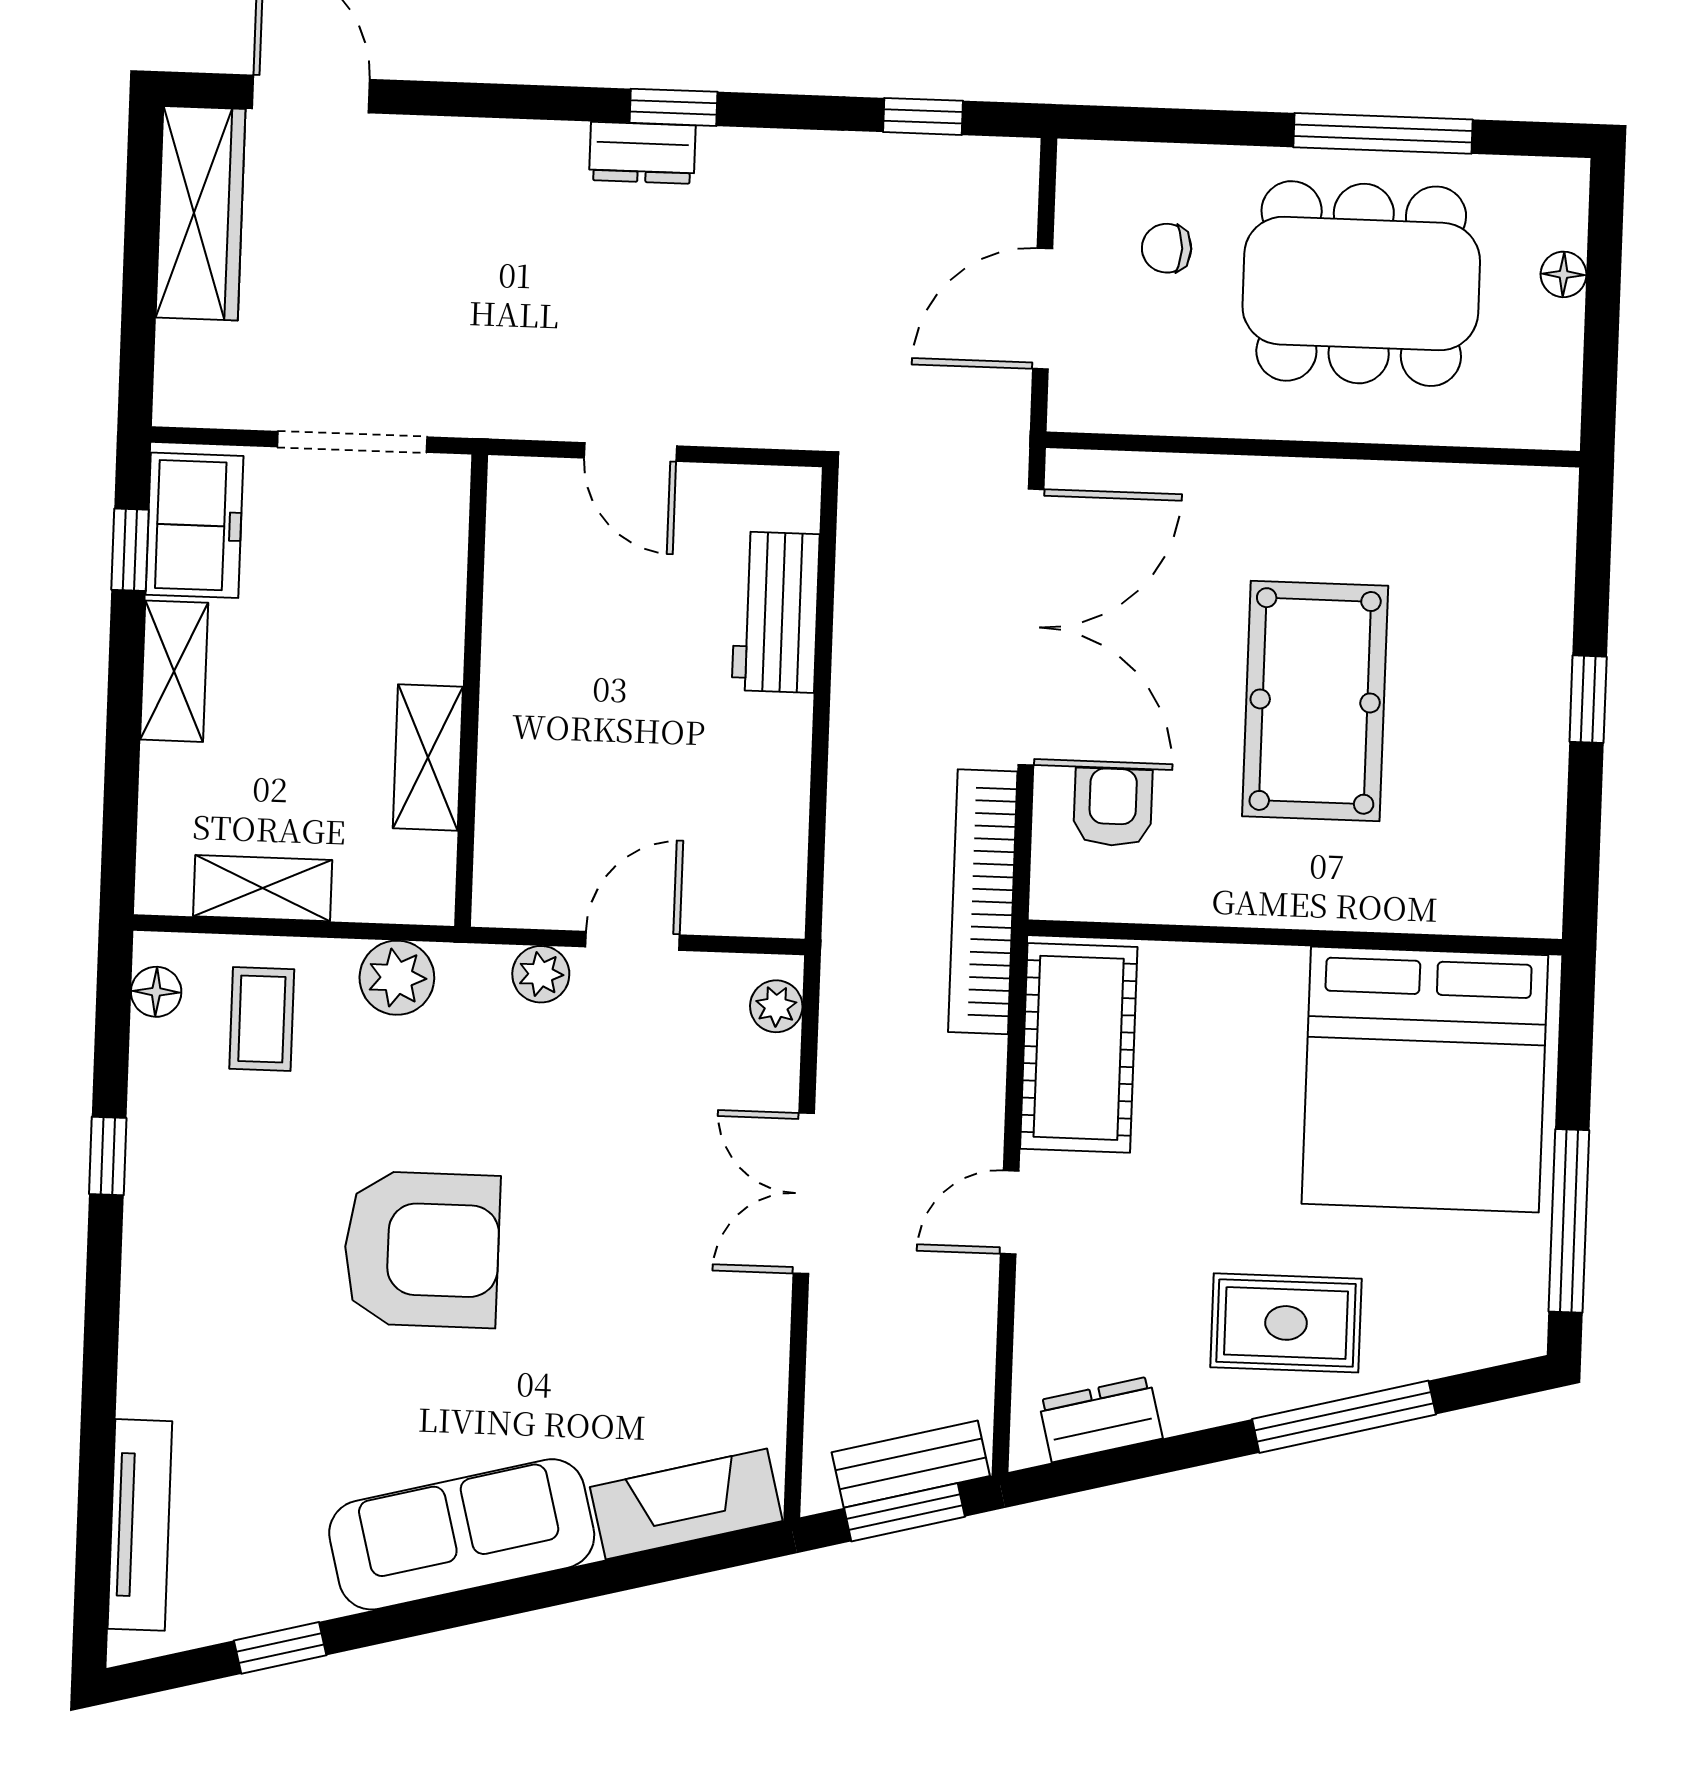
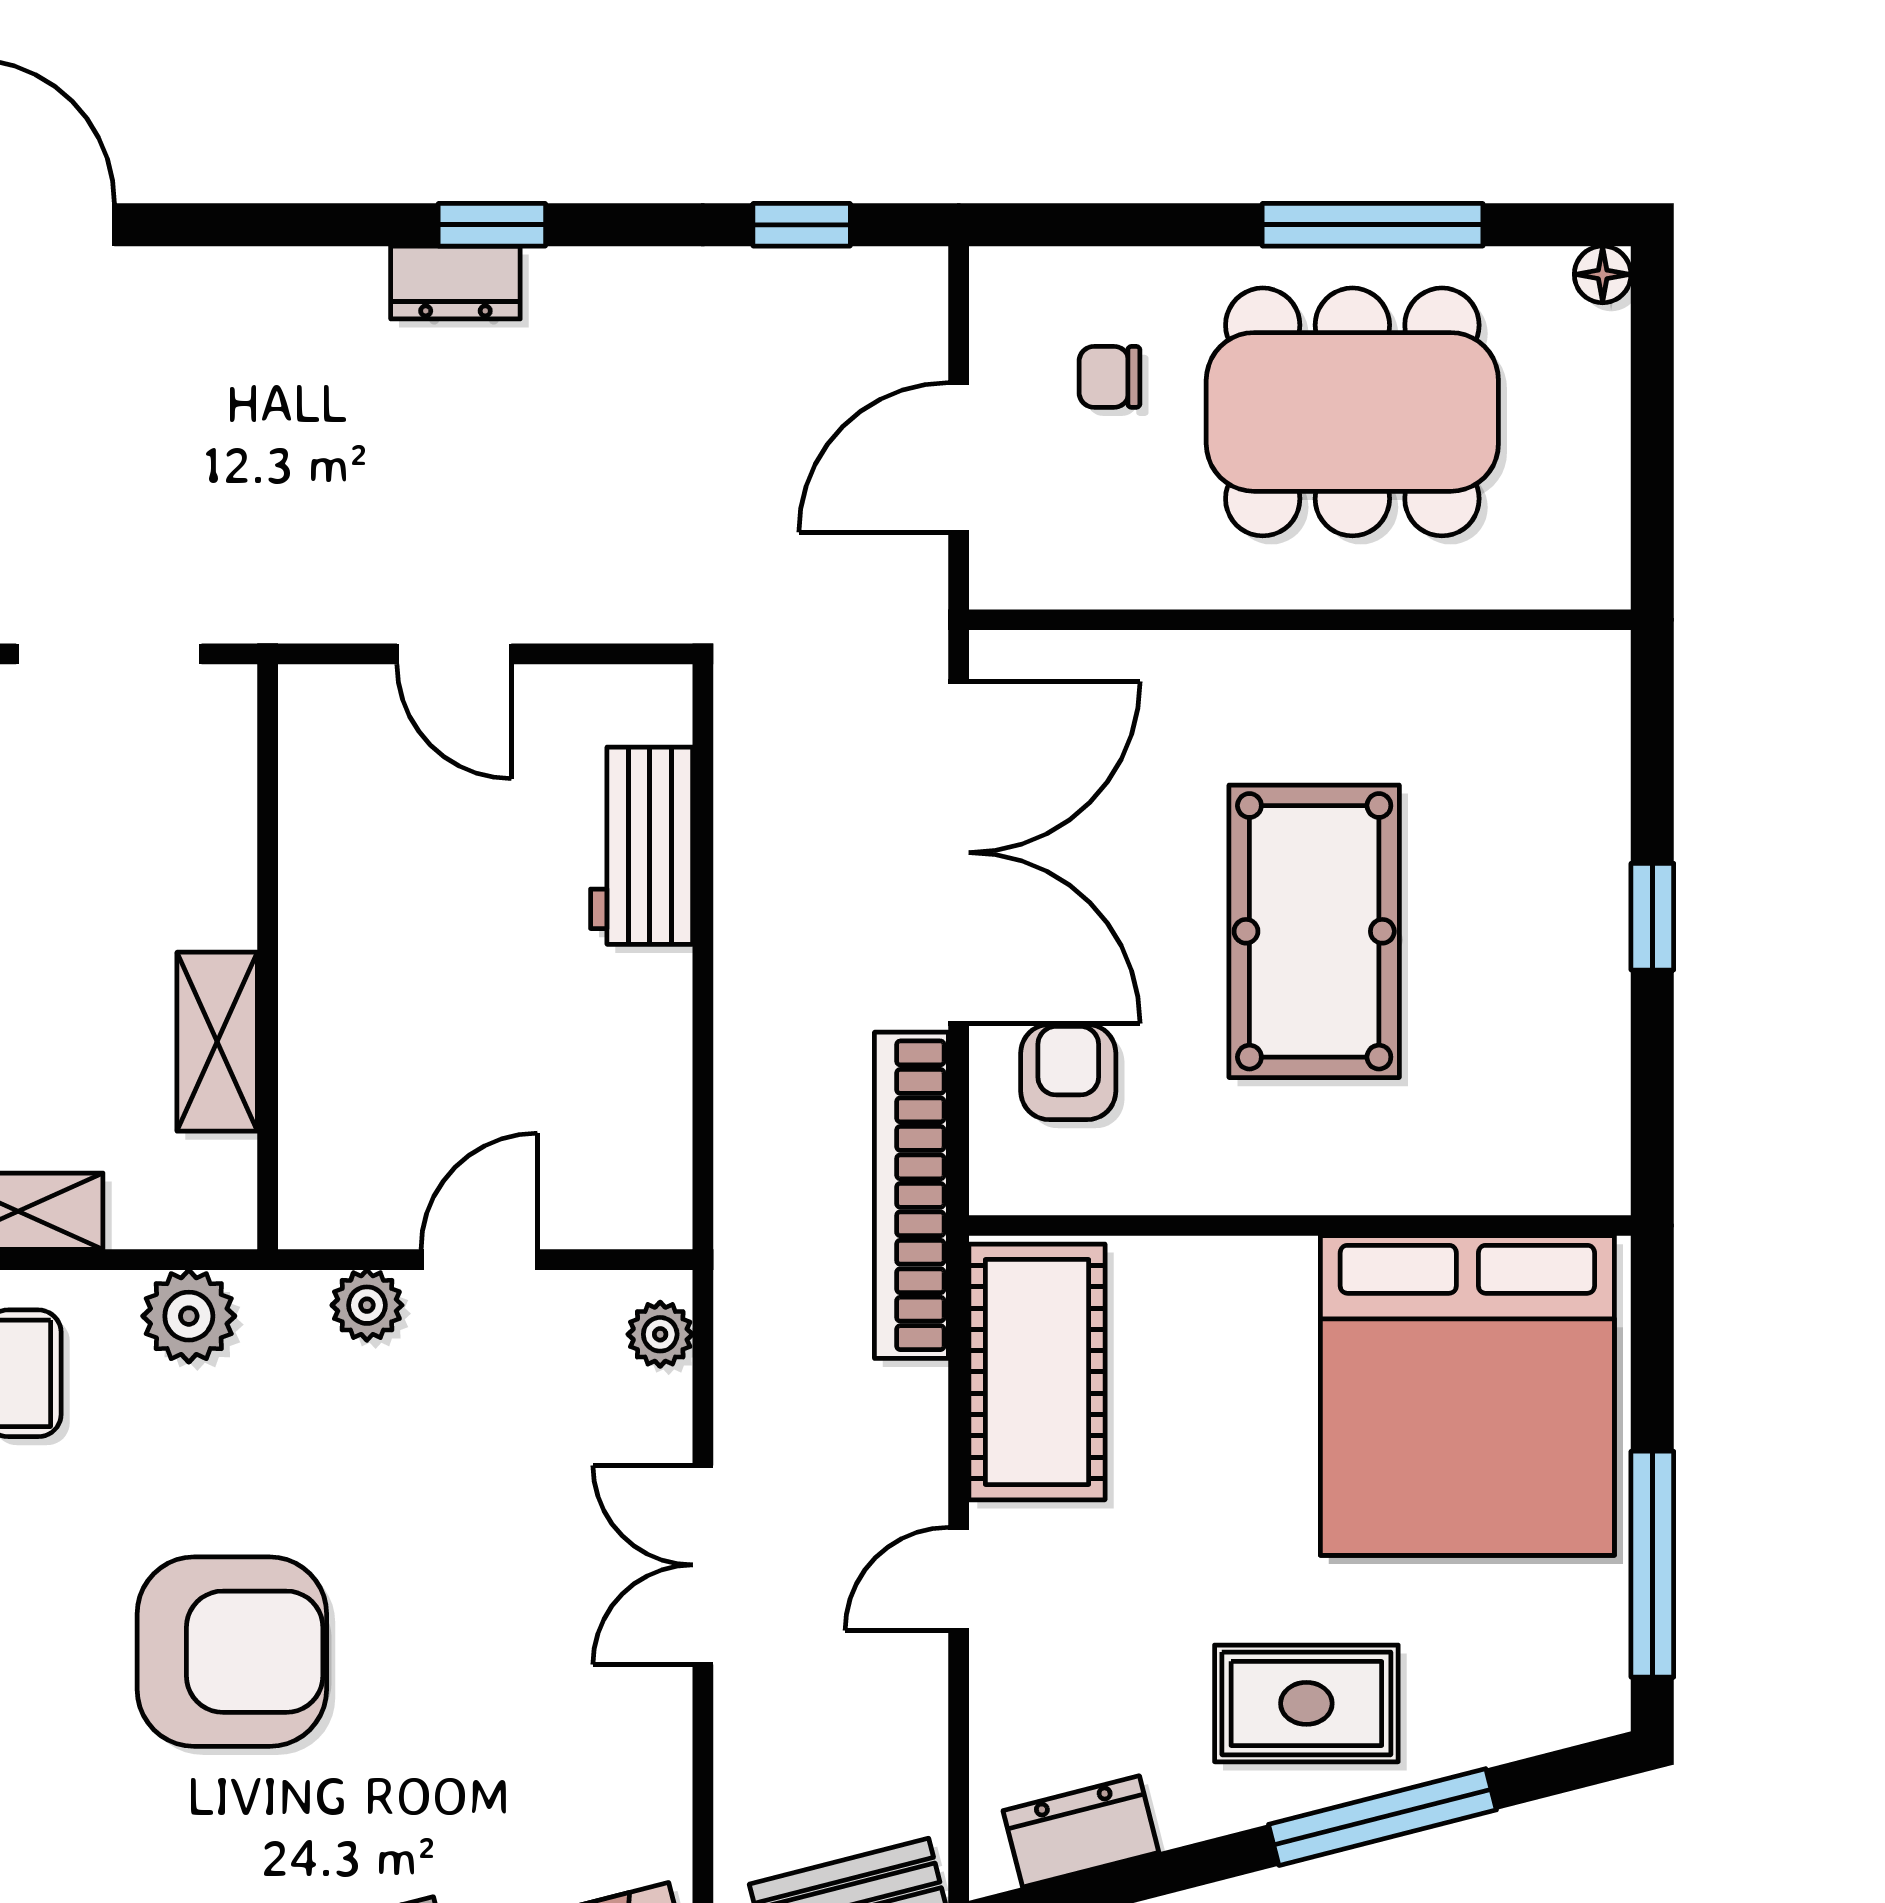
floor lamp: (1564, 274) -> (1603, 274), moved

